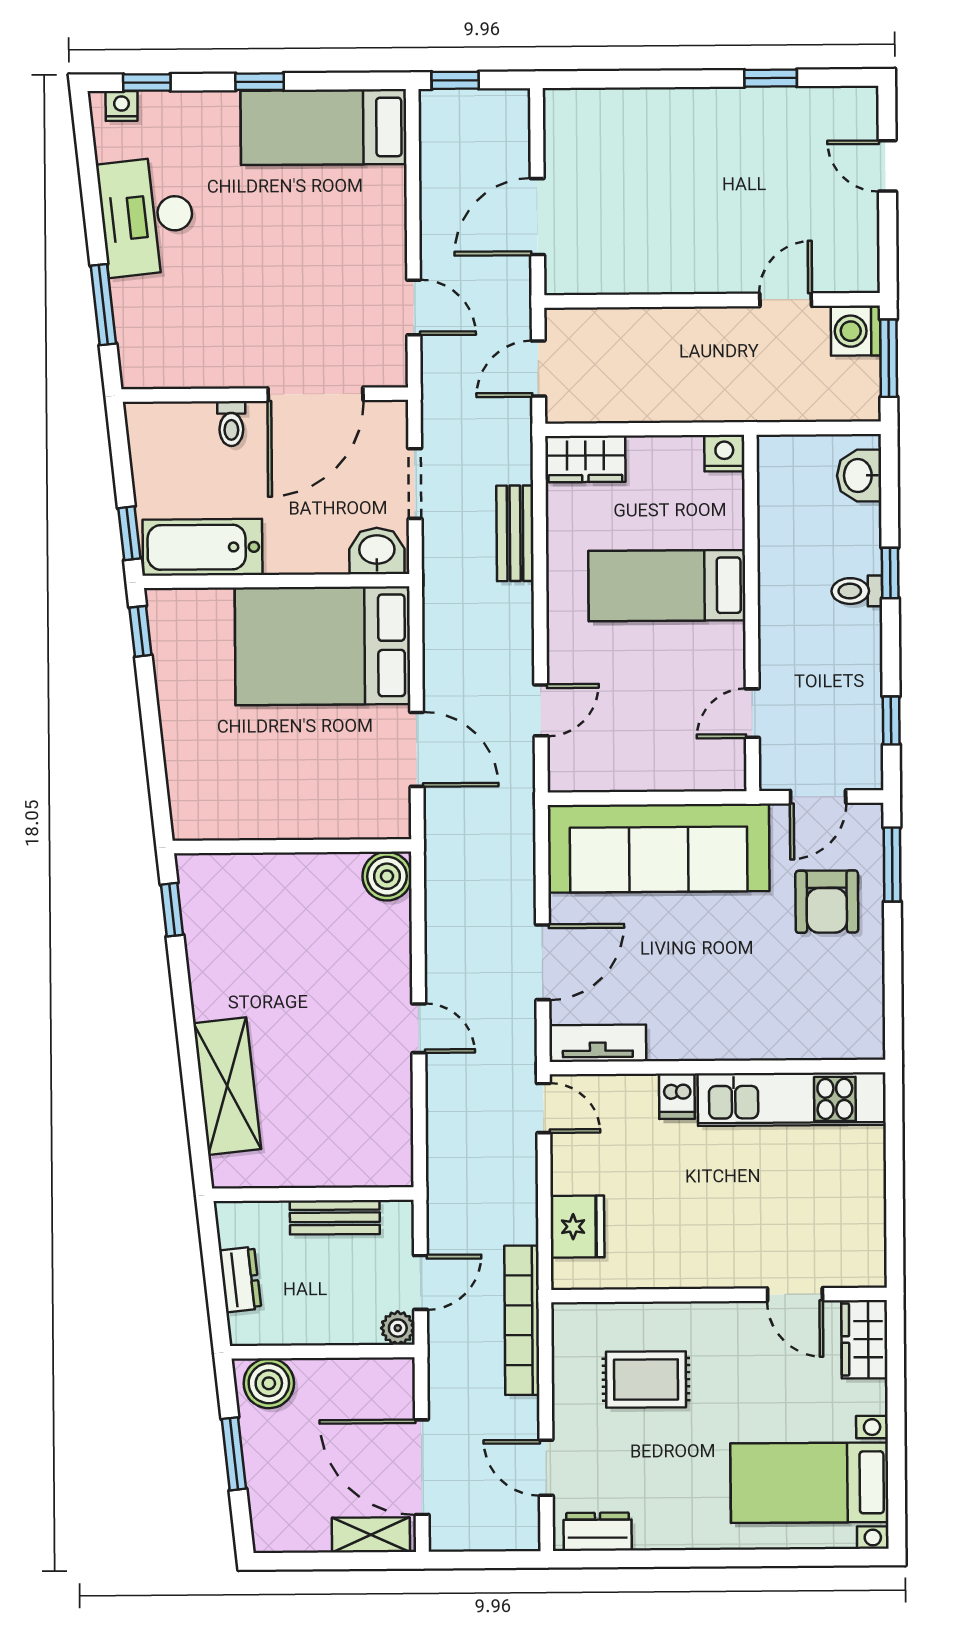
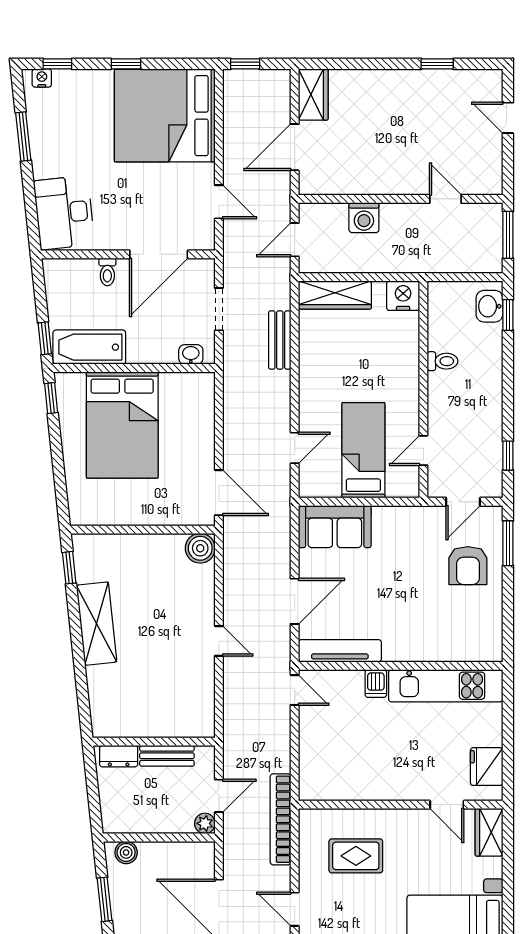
bed: (324, 127) -> (165, 116), width x2.04
wardrobe: (567, 130) -> (313, 95), added
desk: (147, 216) -> (64, 213), moved
door: (786, 300) -> (445, 199), hinge flipped
window: (103, 305) -> (23, 136), moved
washing machine: (856, 331) -> (364, 218), moved, turned -90
nightstand: (724, 453) -> (403, 296), width x1.36, depth x1.33
wardrobe: (585, 459) -> (335, 295), width x1.50
washbasin: (377, 551) -> (191, 354), width x0.72, depth x0.69
window: (890, 573) -> (508, 315), moved
bed: (667, 586) -> (363, 450), moved, turned 90
toilet: (857, 591) -> (442, 361), moved, turned 180
bed: (323, 646) -> (122, 425), moved, turned -90
door: (417, 749) -> (219, 493), moved
sofa: (659, 848) -> (335, 527), width x0.54, depth x0.79
tv unit: (598, 1043) -> (340, 651), width x1.41
shelving: (227, 1086) -> (96, 624), moved
fridge: (577, 1227) -> (487, 767), moved, turned 180
dresser: (240, 1279) -> (119, 756), moved, turned 96
boiler: (269, 1383) -> (126, 852), width x0.73, depth x0.73

